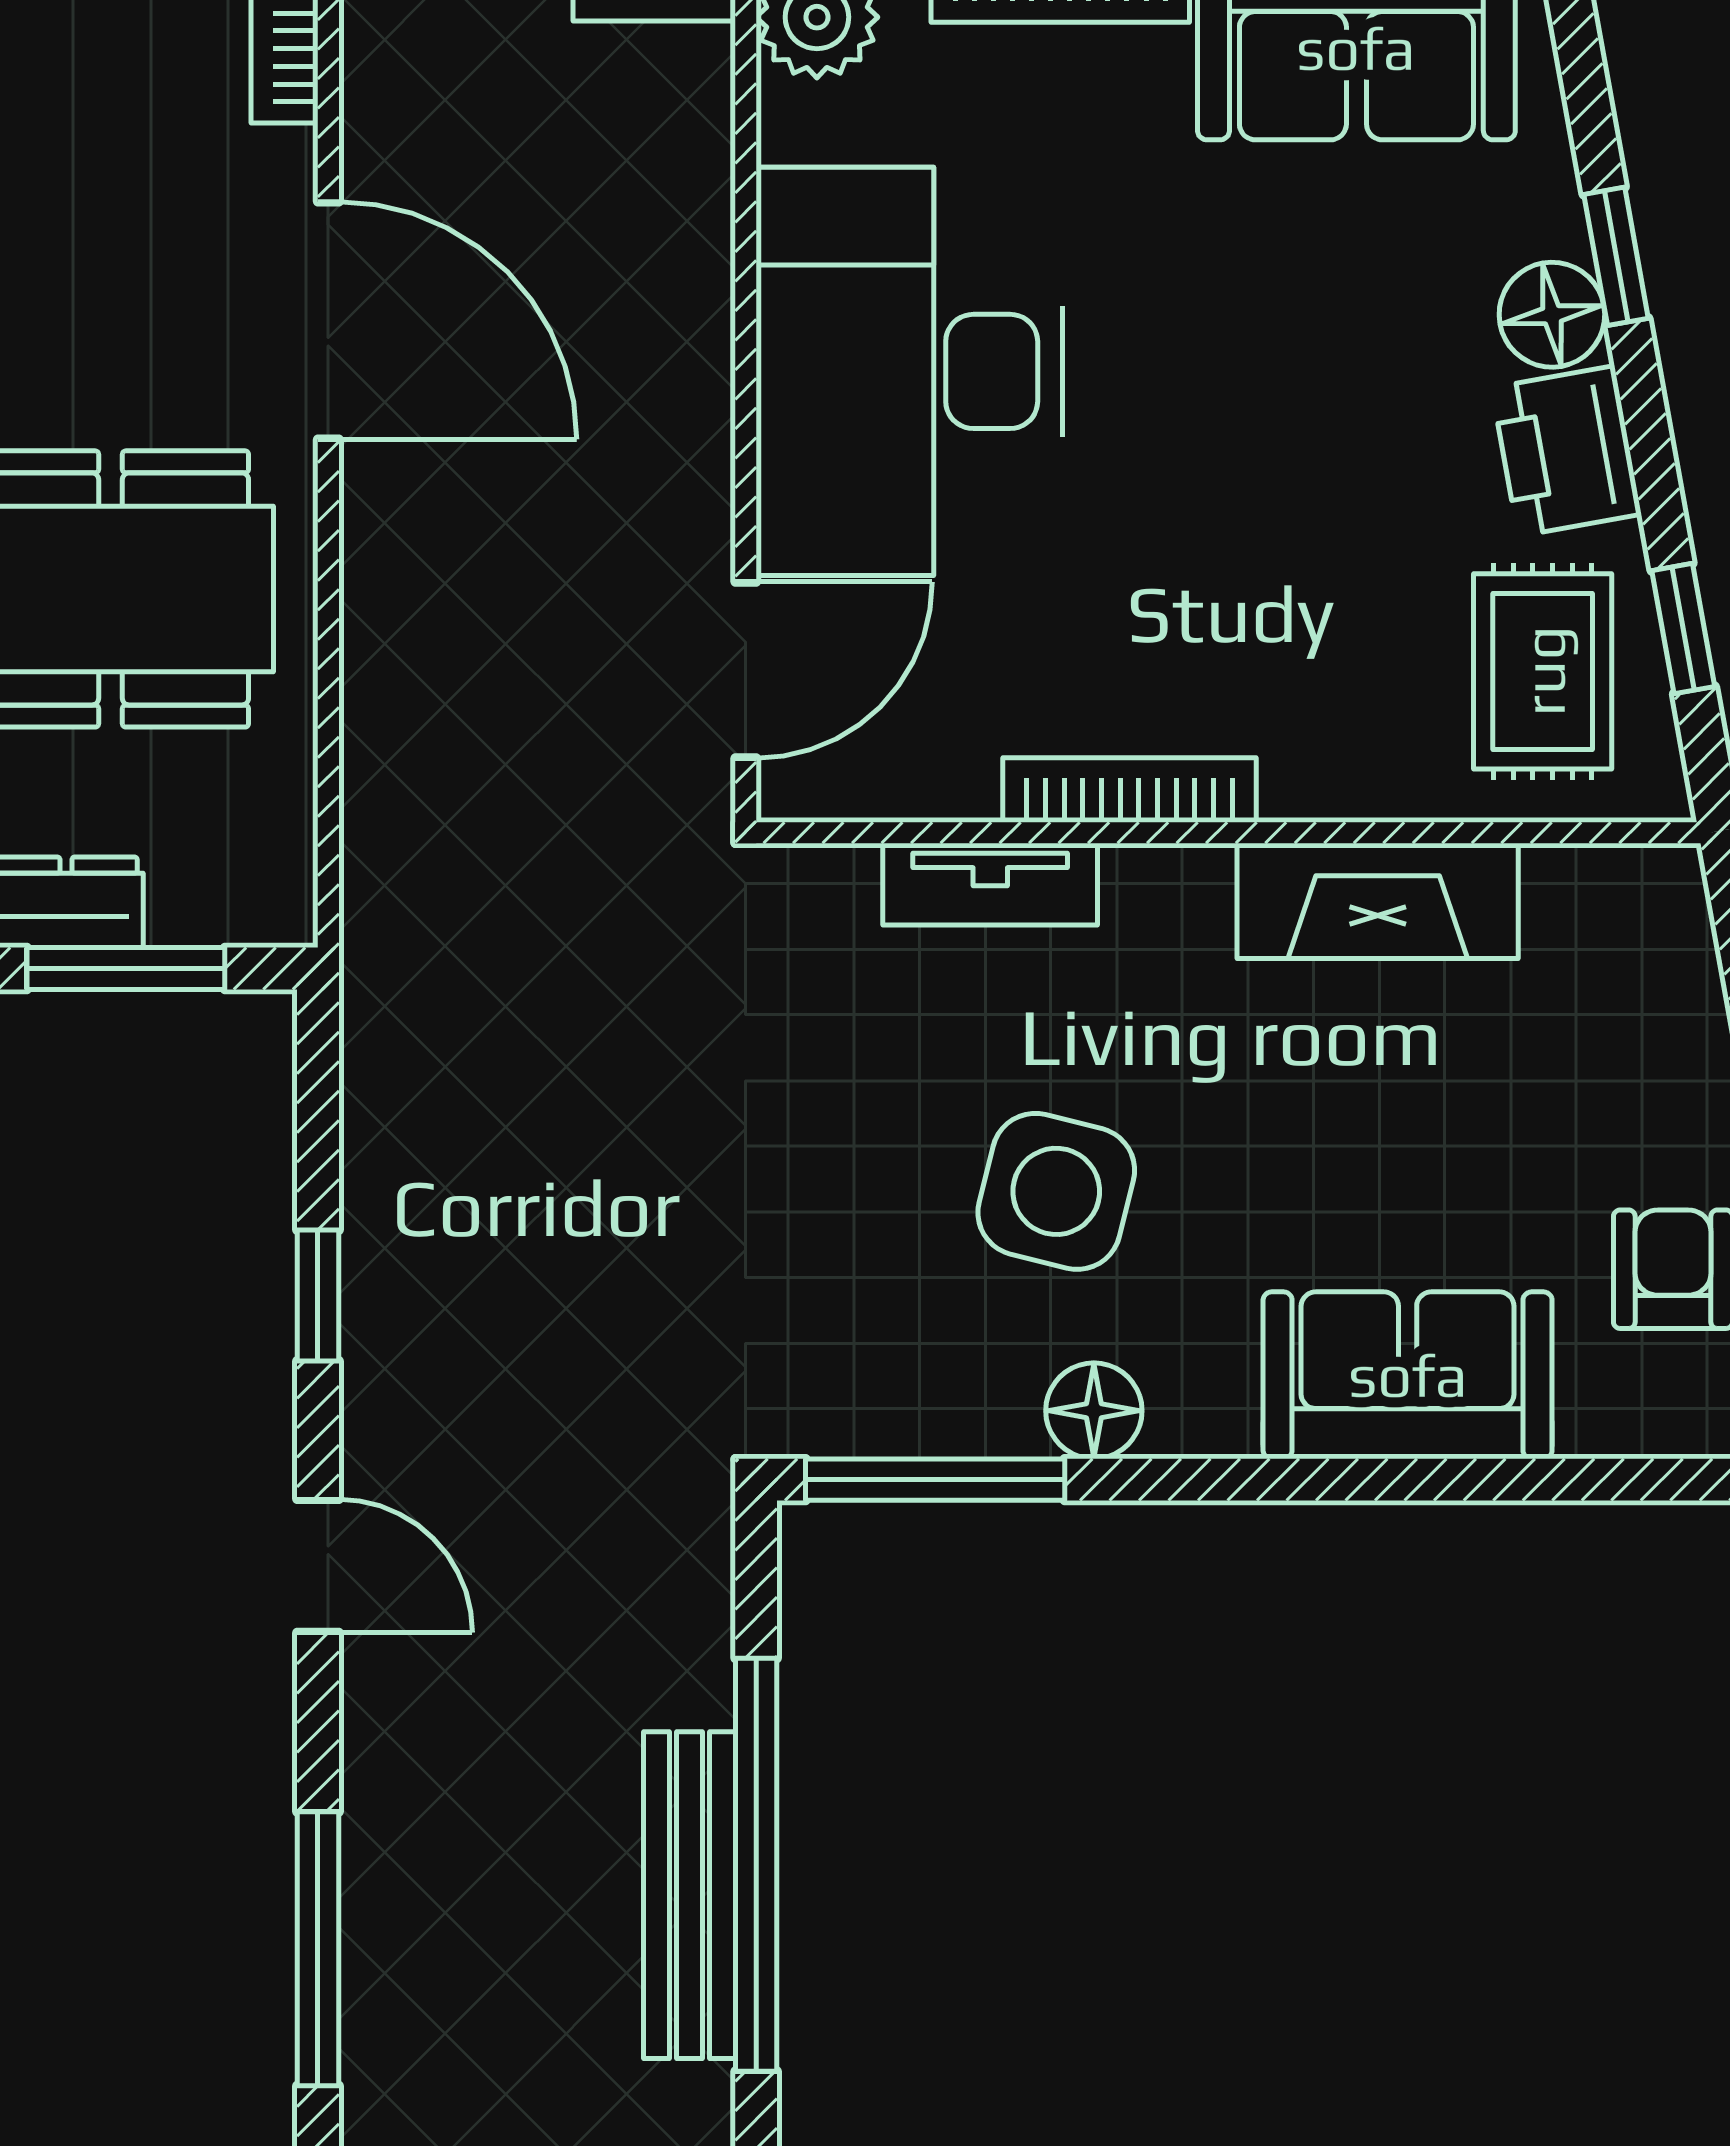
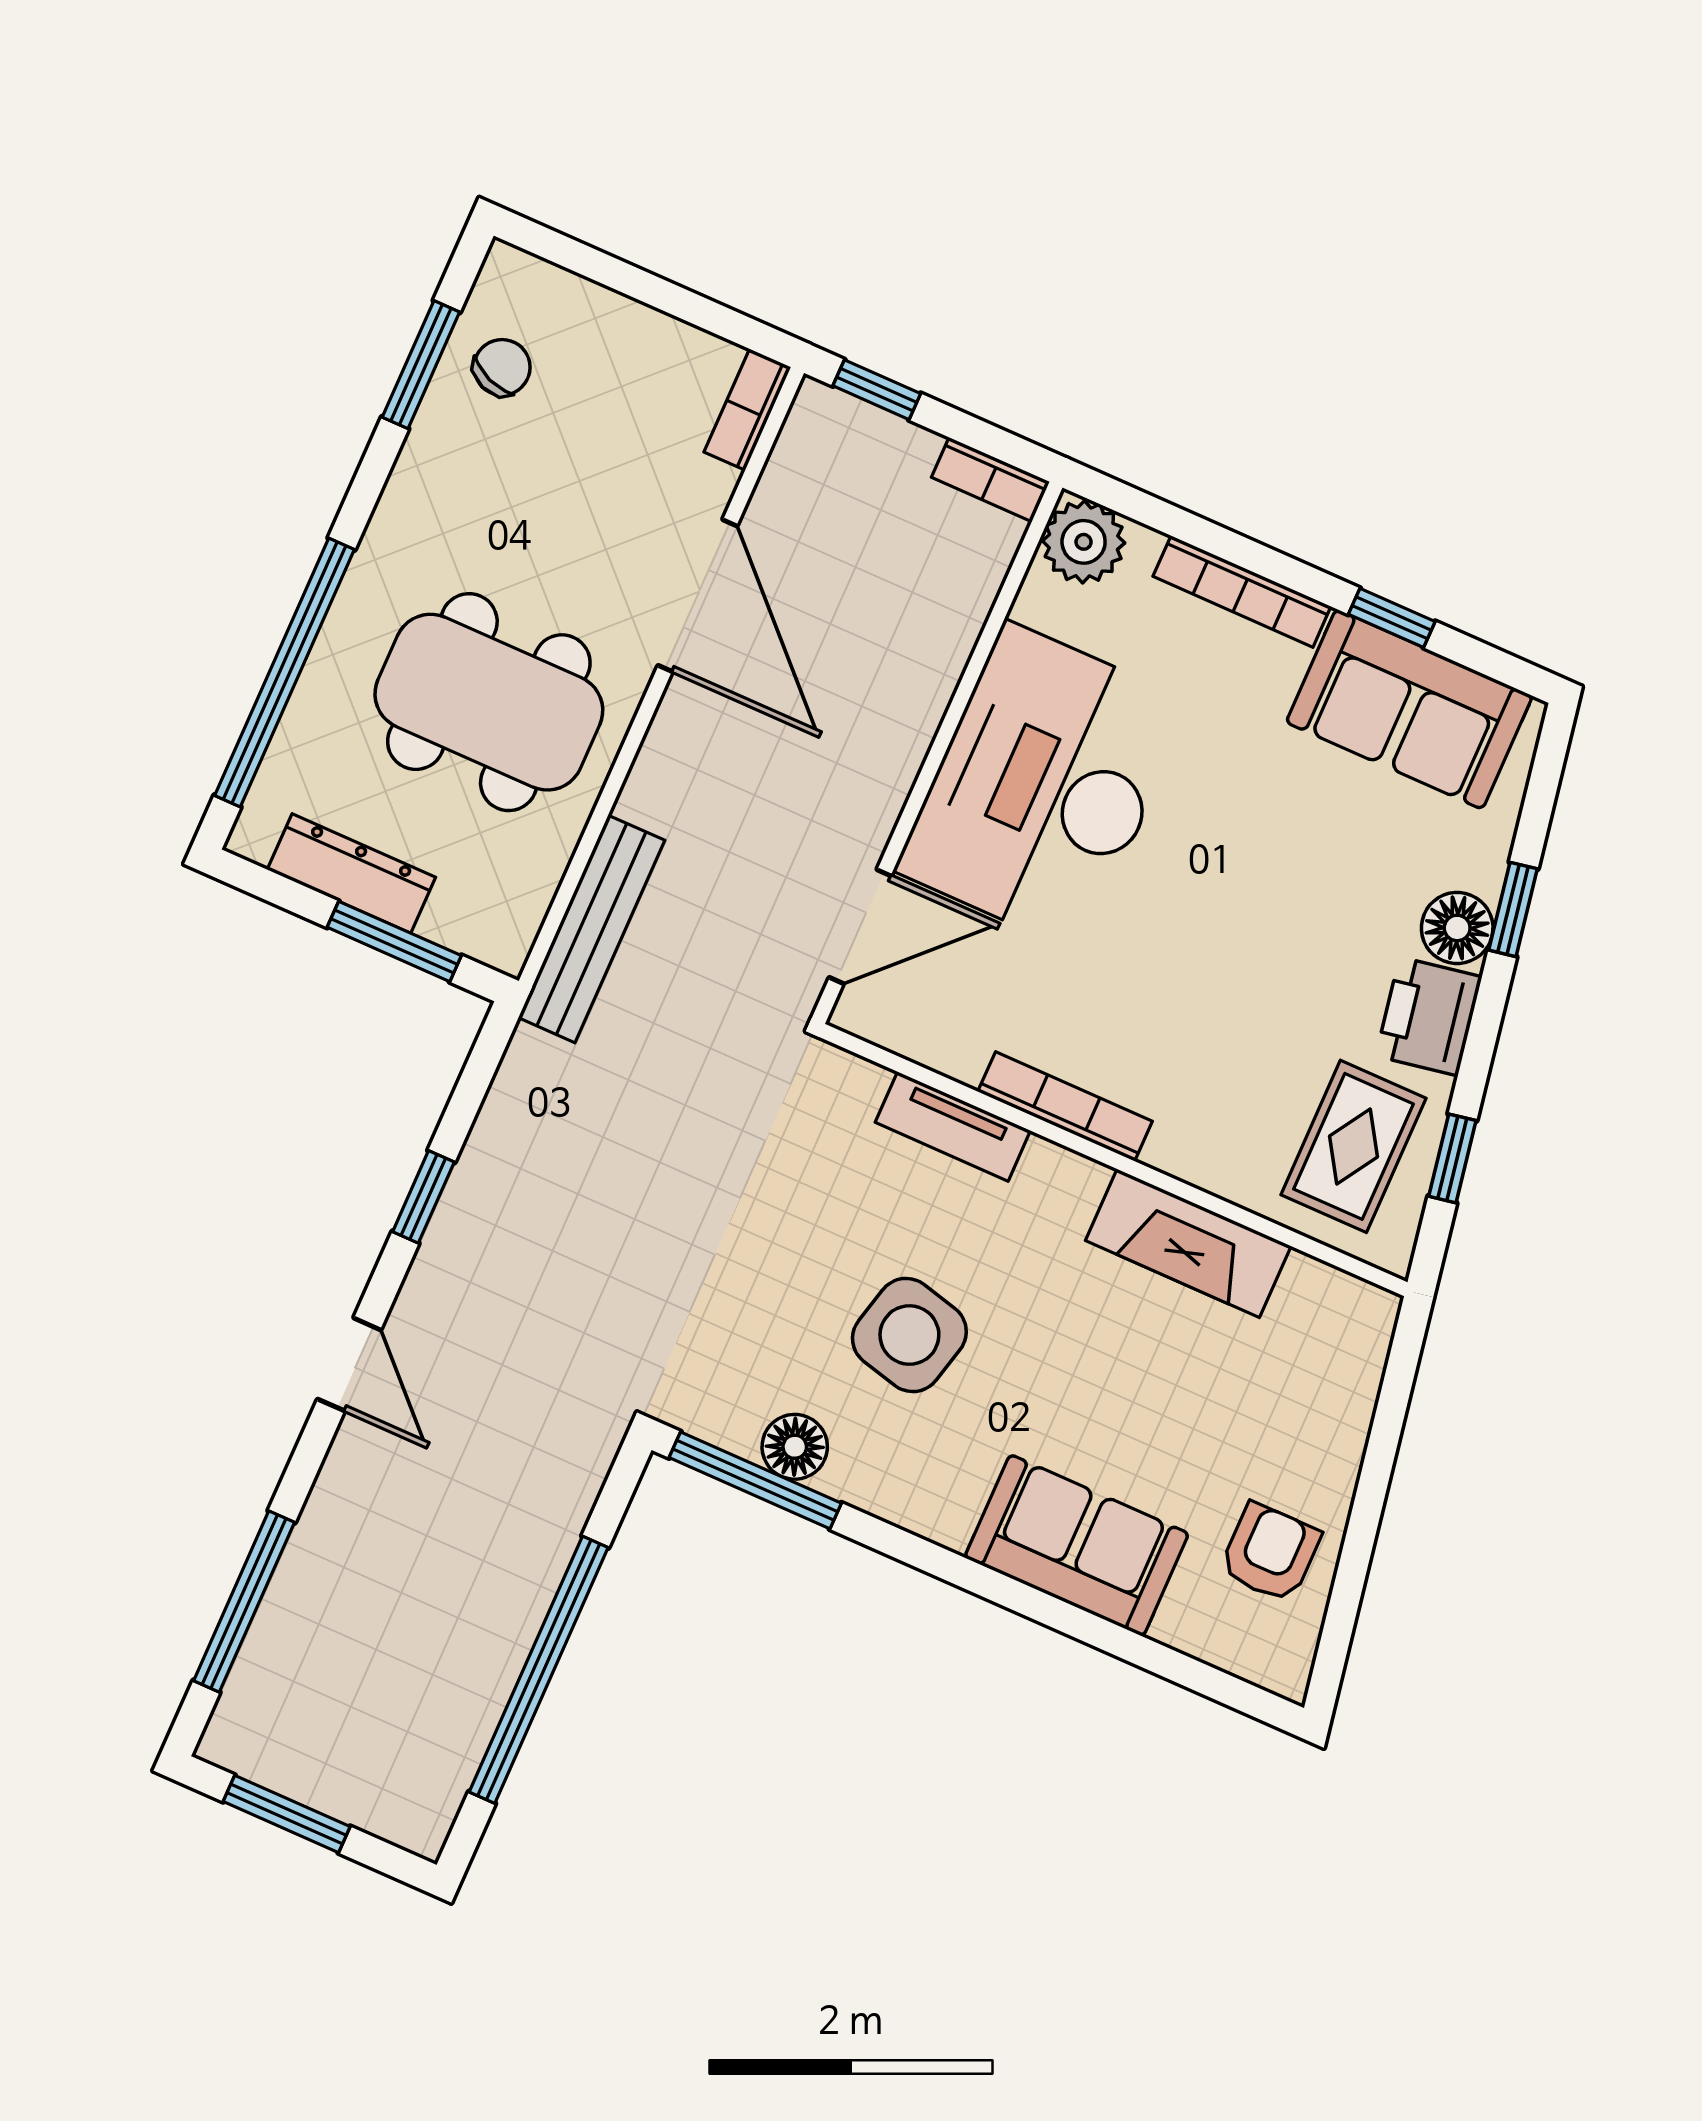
floor lamp: (1094, 1411) -> (795, 1447), moved
bench: (689, 1895) -> (592, 929), moved

